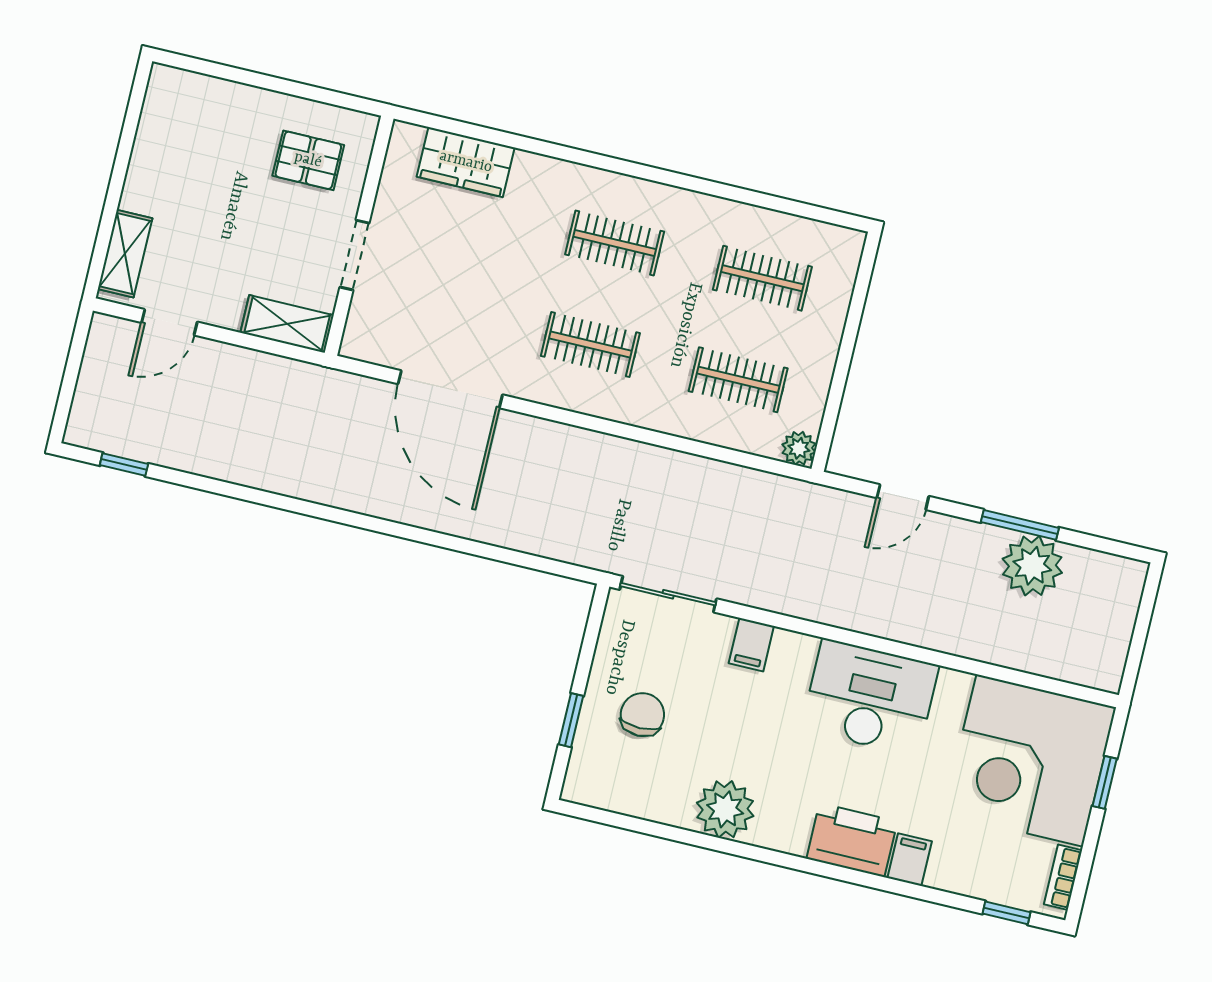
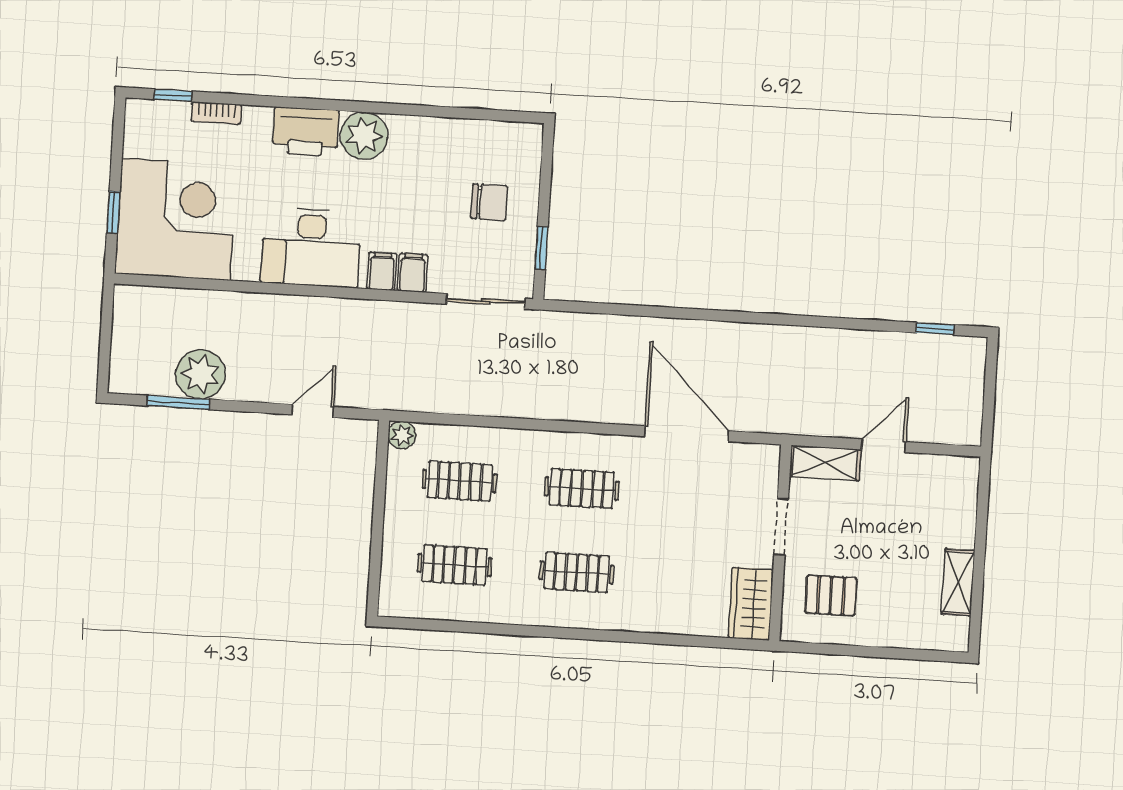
wardrobe: (466, 162) -> (751, 604), moved, turned -90
shelving: (125, 254) -> (958, 582), moved
door: (169, 322) -> (884, 446), moved
window: (1020, 525) -> (178, 403), moved
chair: (642, 715) -> (489, 202), turned -90
window: (571, 720) -> (541, 248), moved
plant: (725, 809) -> (364, 136), moved
filing cabinet: (910, 860) -> (382, 271), moved, turned 180
bookcase: (1063, 877) -> (216, 113), moved, turned 90

